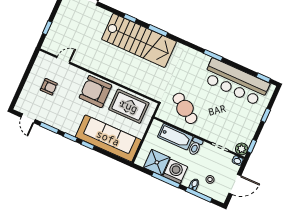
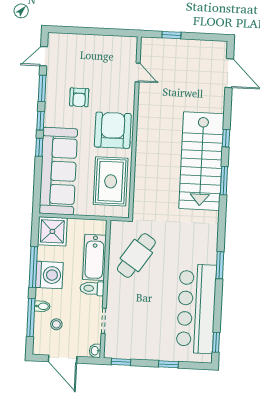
armchair: (49, 87) -> (79, 97), moved
plant: (242, 149) -> (112, 350), removed
shower: (157, 162) -> (52, 231), moved

